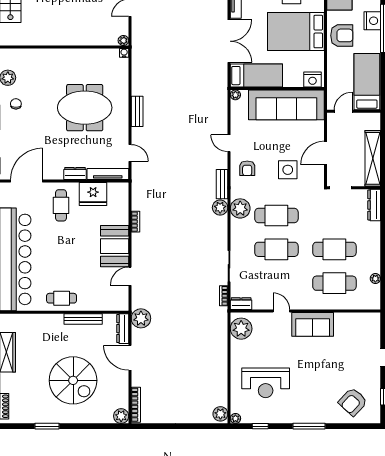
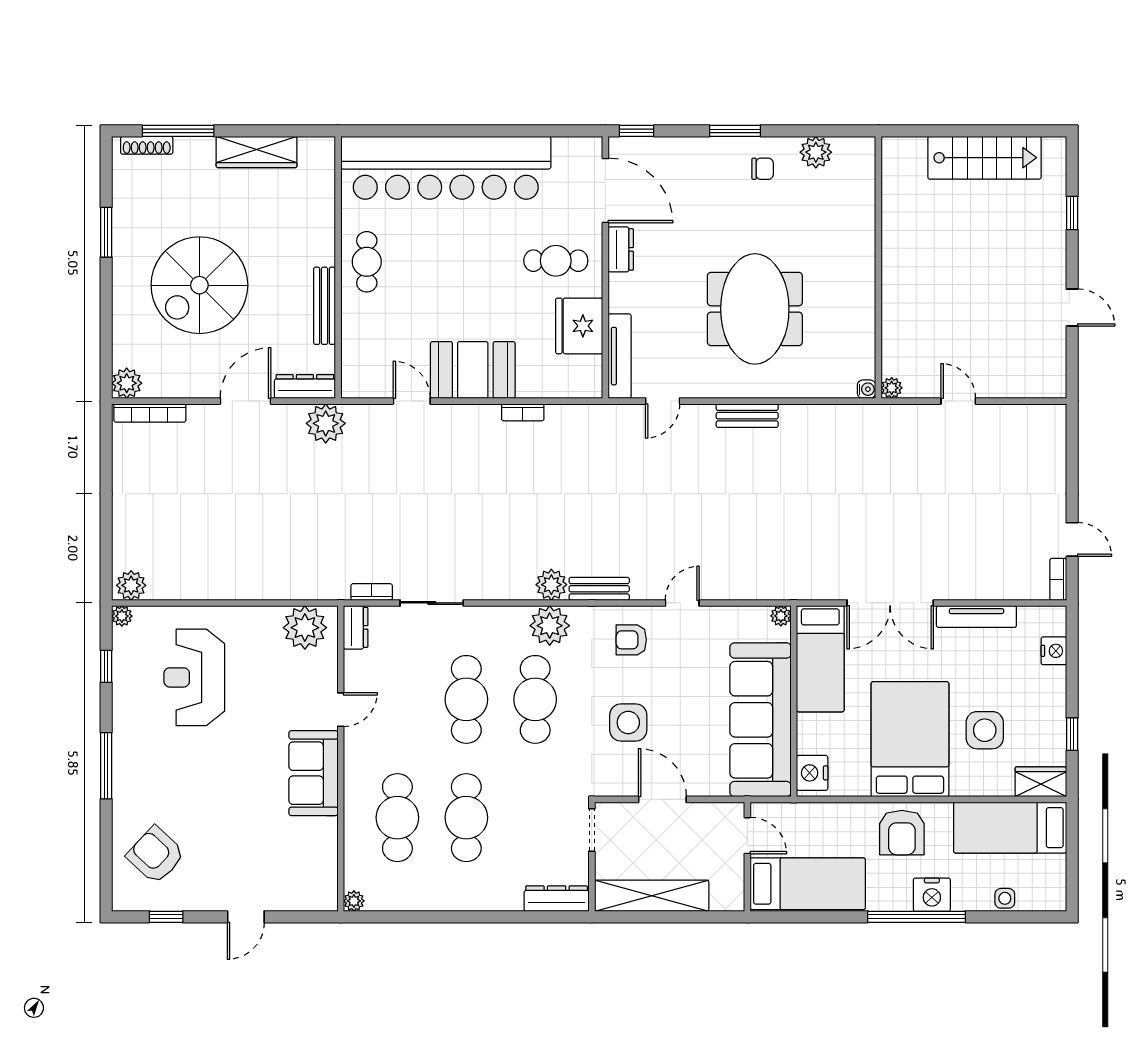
dresser: (75, 173) -> (621, 249), moved
plant: (375, 278) -> (354, 901), moved

